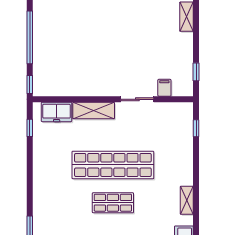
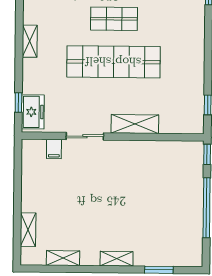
window: (196, 72) -> (18, 167), removed
freezer: (57, 112) -> (33, 112), moved, turned 90
shelving: (187, 200) -> (30, 41), moved

